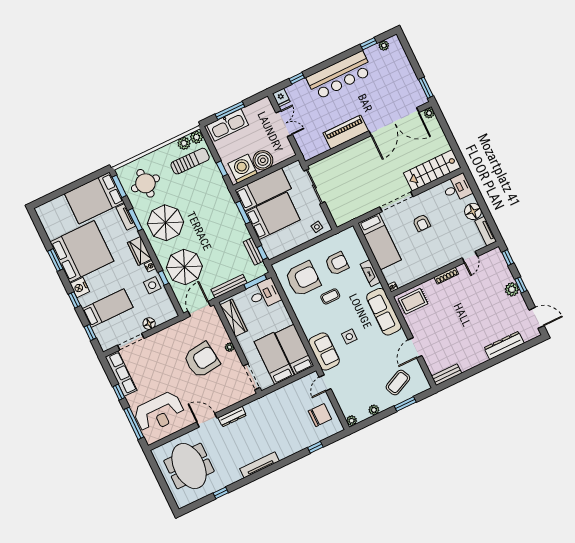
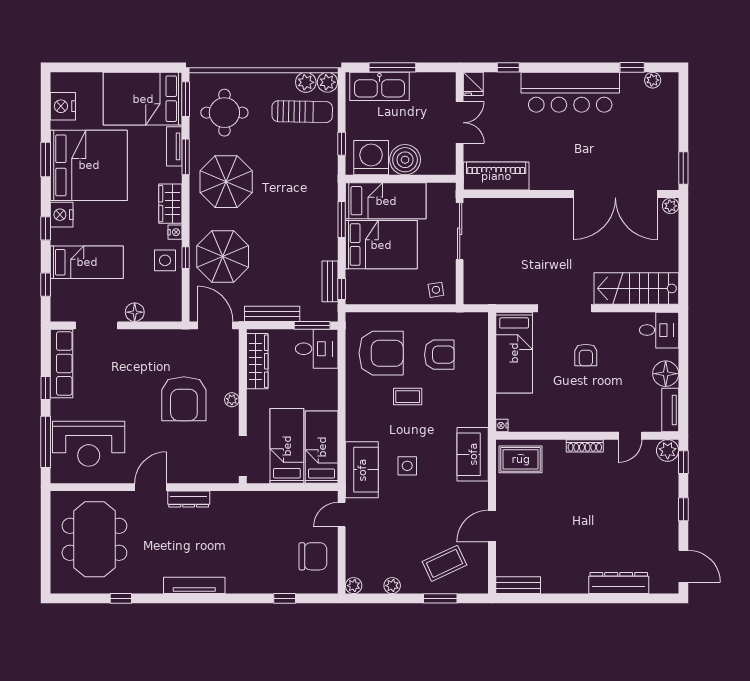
piano: (346, 132) -> (496, 176), moved
nightstand: (50, 225) -> (63, 106), added
fireplace: (370, 273) -> (480, 391), removed
plant: (512, 289) -> (668, 450), moved
door: (199, 309) -> (215, 325), hinge flipped
sofa: (384, 312) -> (473, 454), width x0.73
armchair: (202, 360) -> (184, 399), turned 97
door: (207, 420) -> (151, 487), hinge flipped

